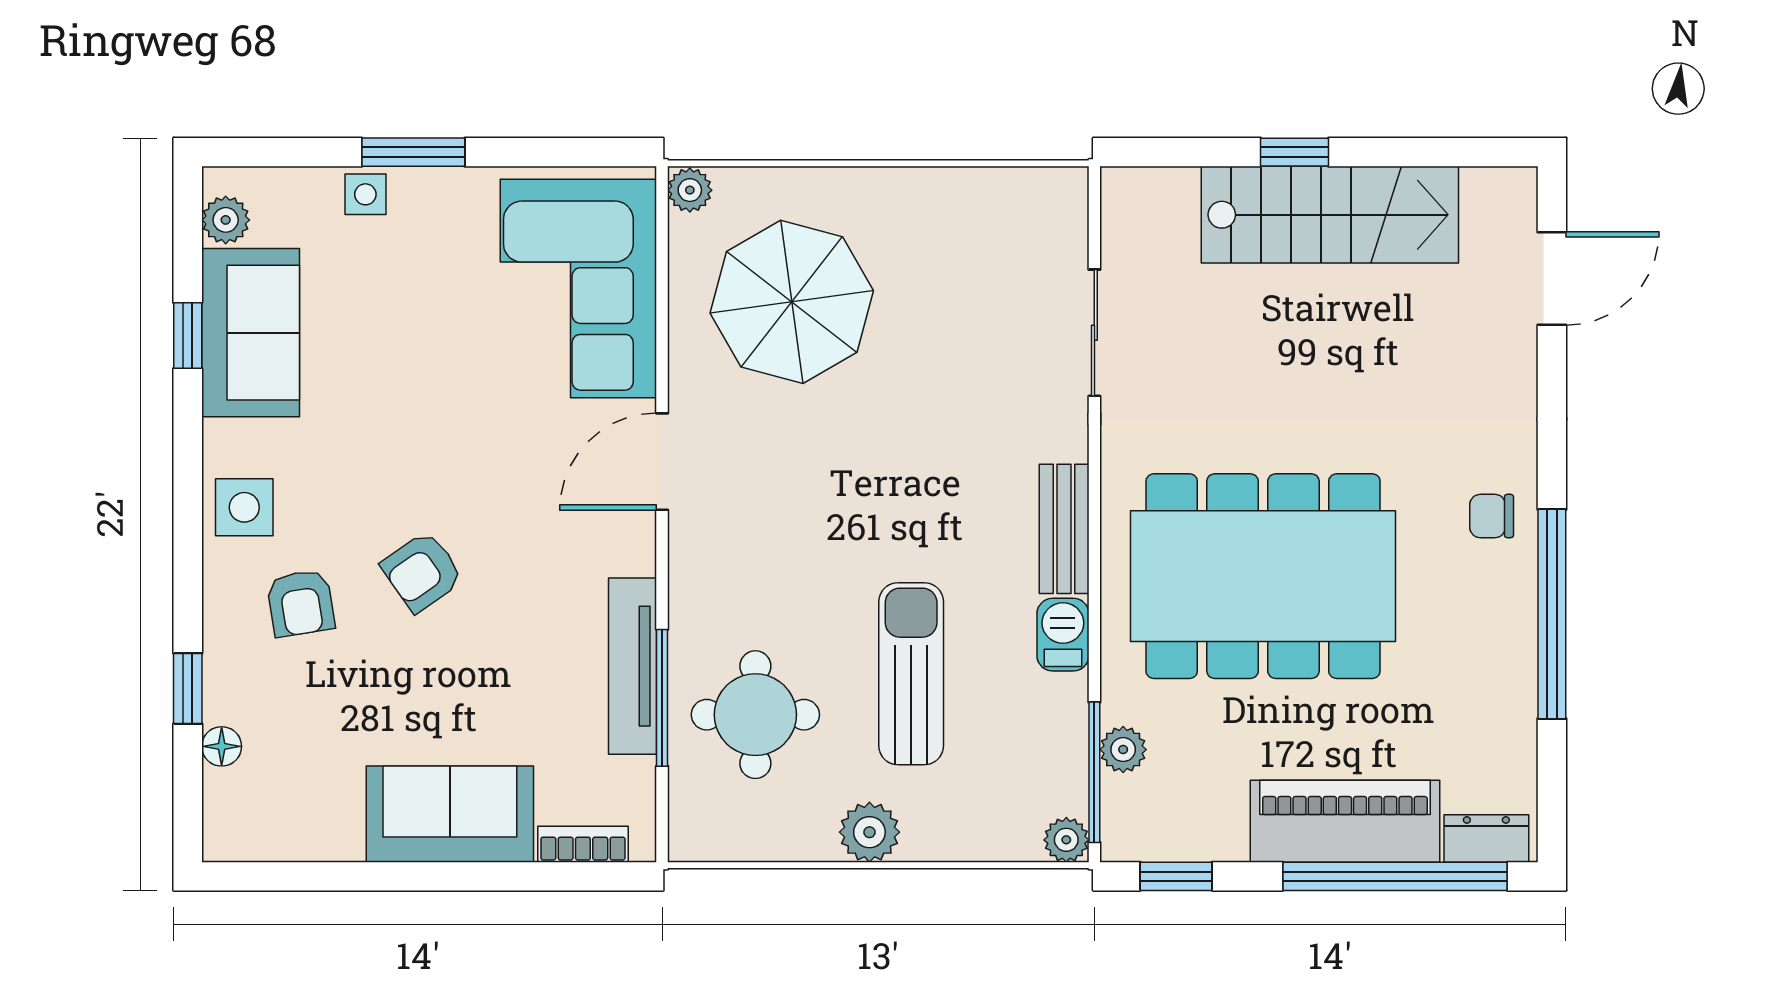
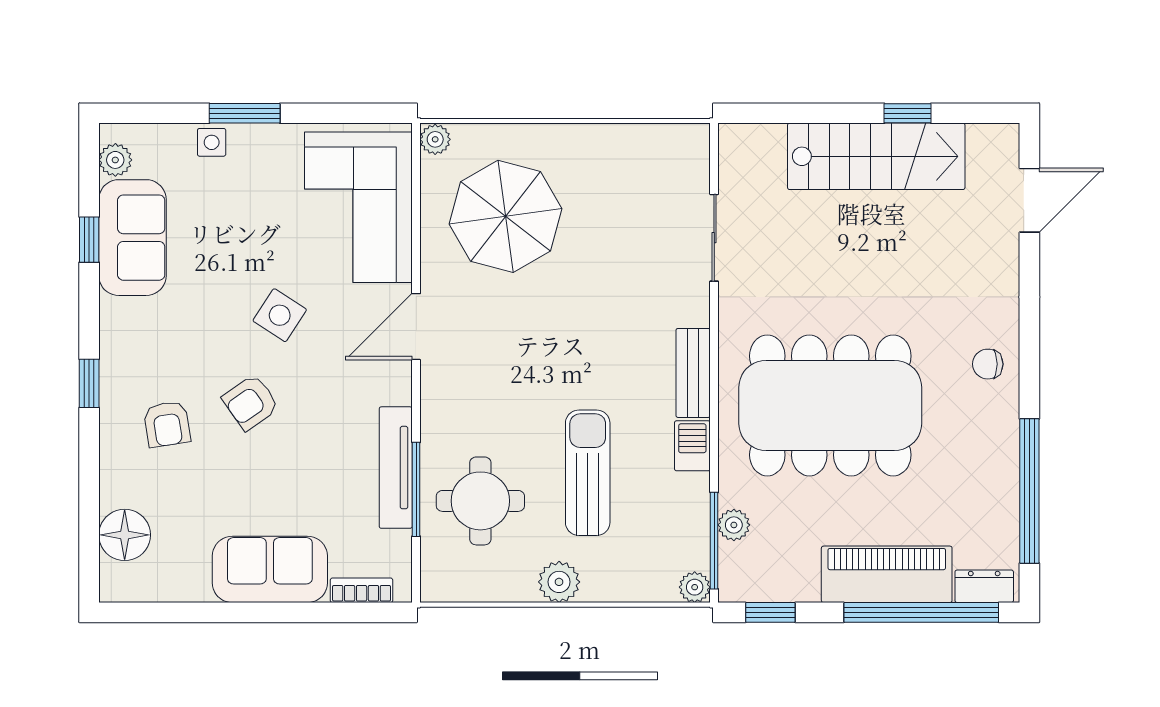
window: (1295, 152) -> (908, 113), moved
side table: (244, 507) -> (280, 315), moved, turned 33
window: (1552, 614) -> (1029, 491), moved
window: (188, 689) -> (89, 383), moved
floor lamp: (222, 746) -> (125, 535), width x1.89, depth x1.89

